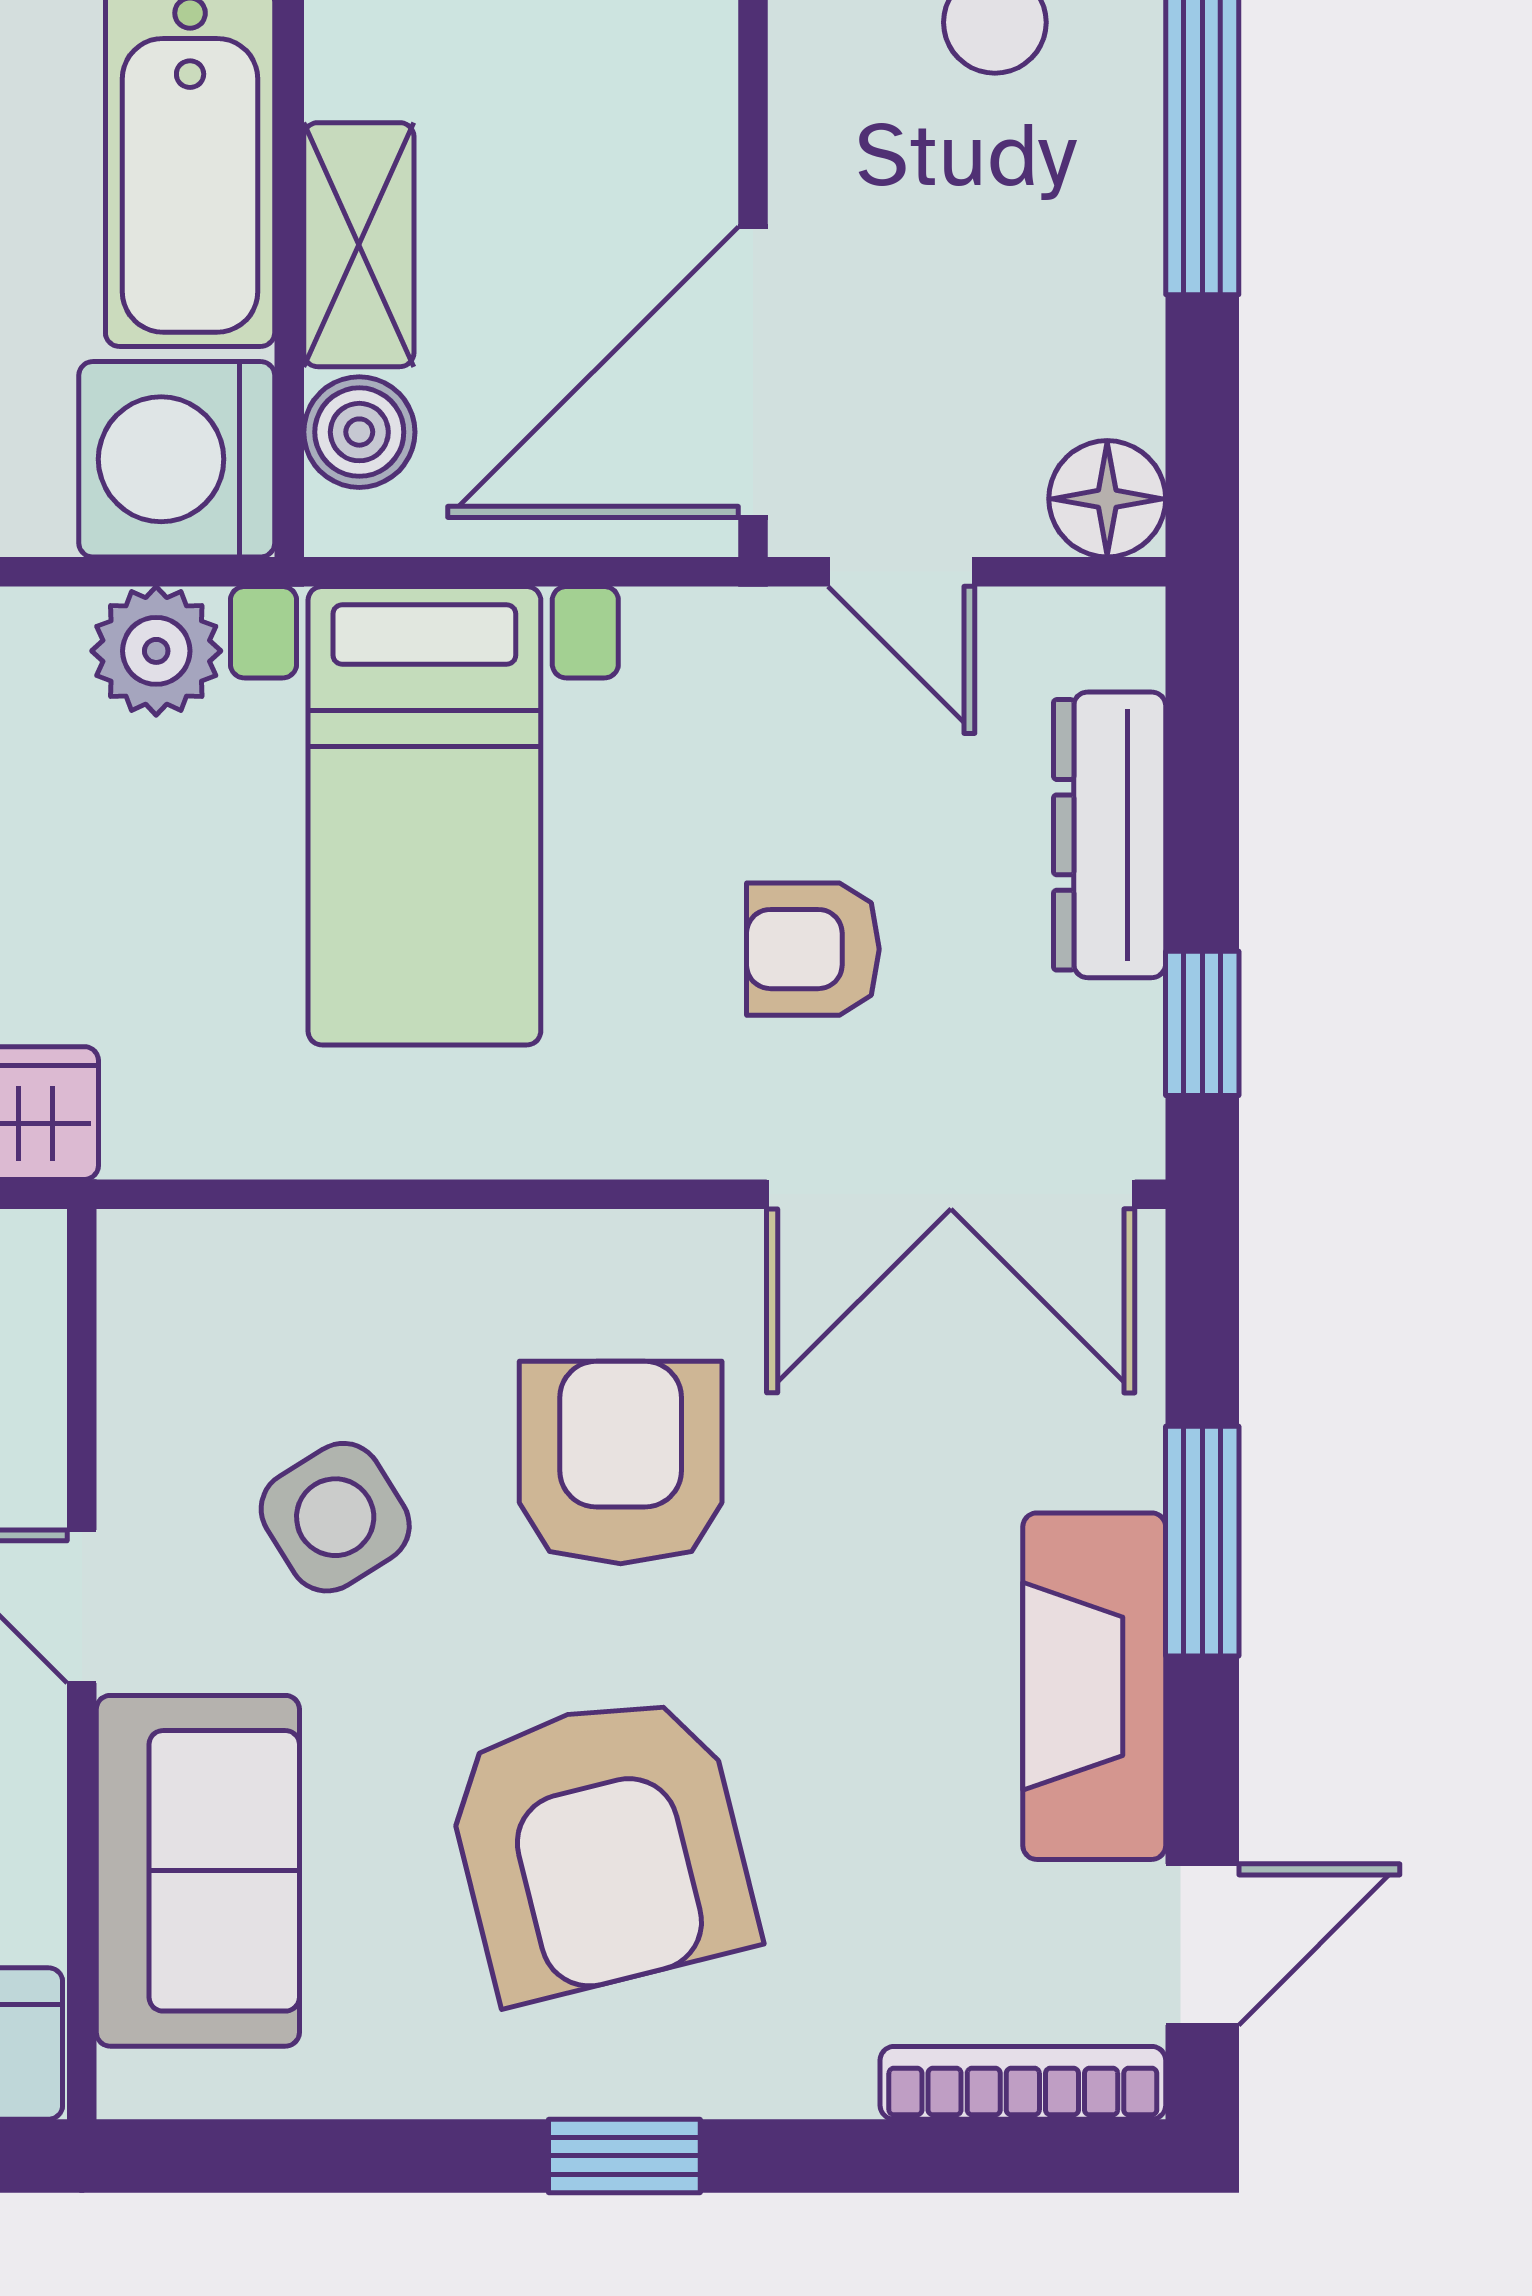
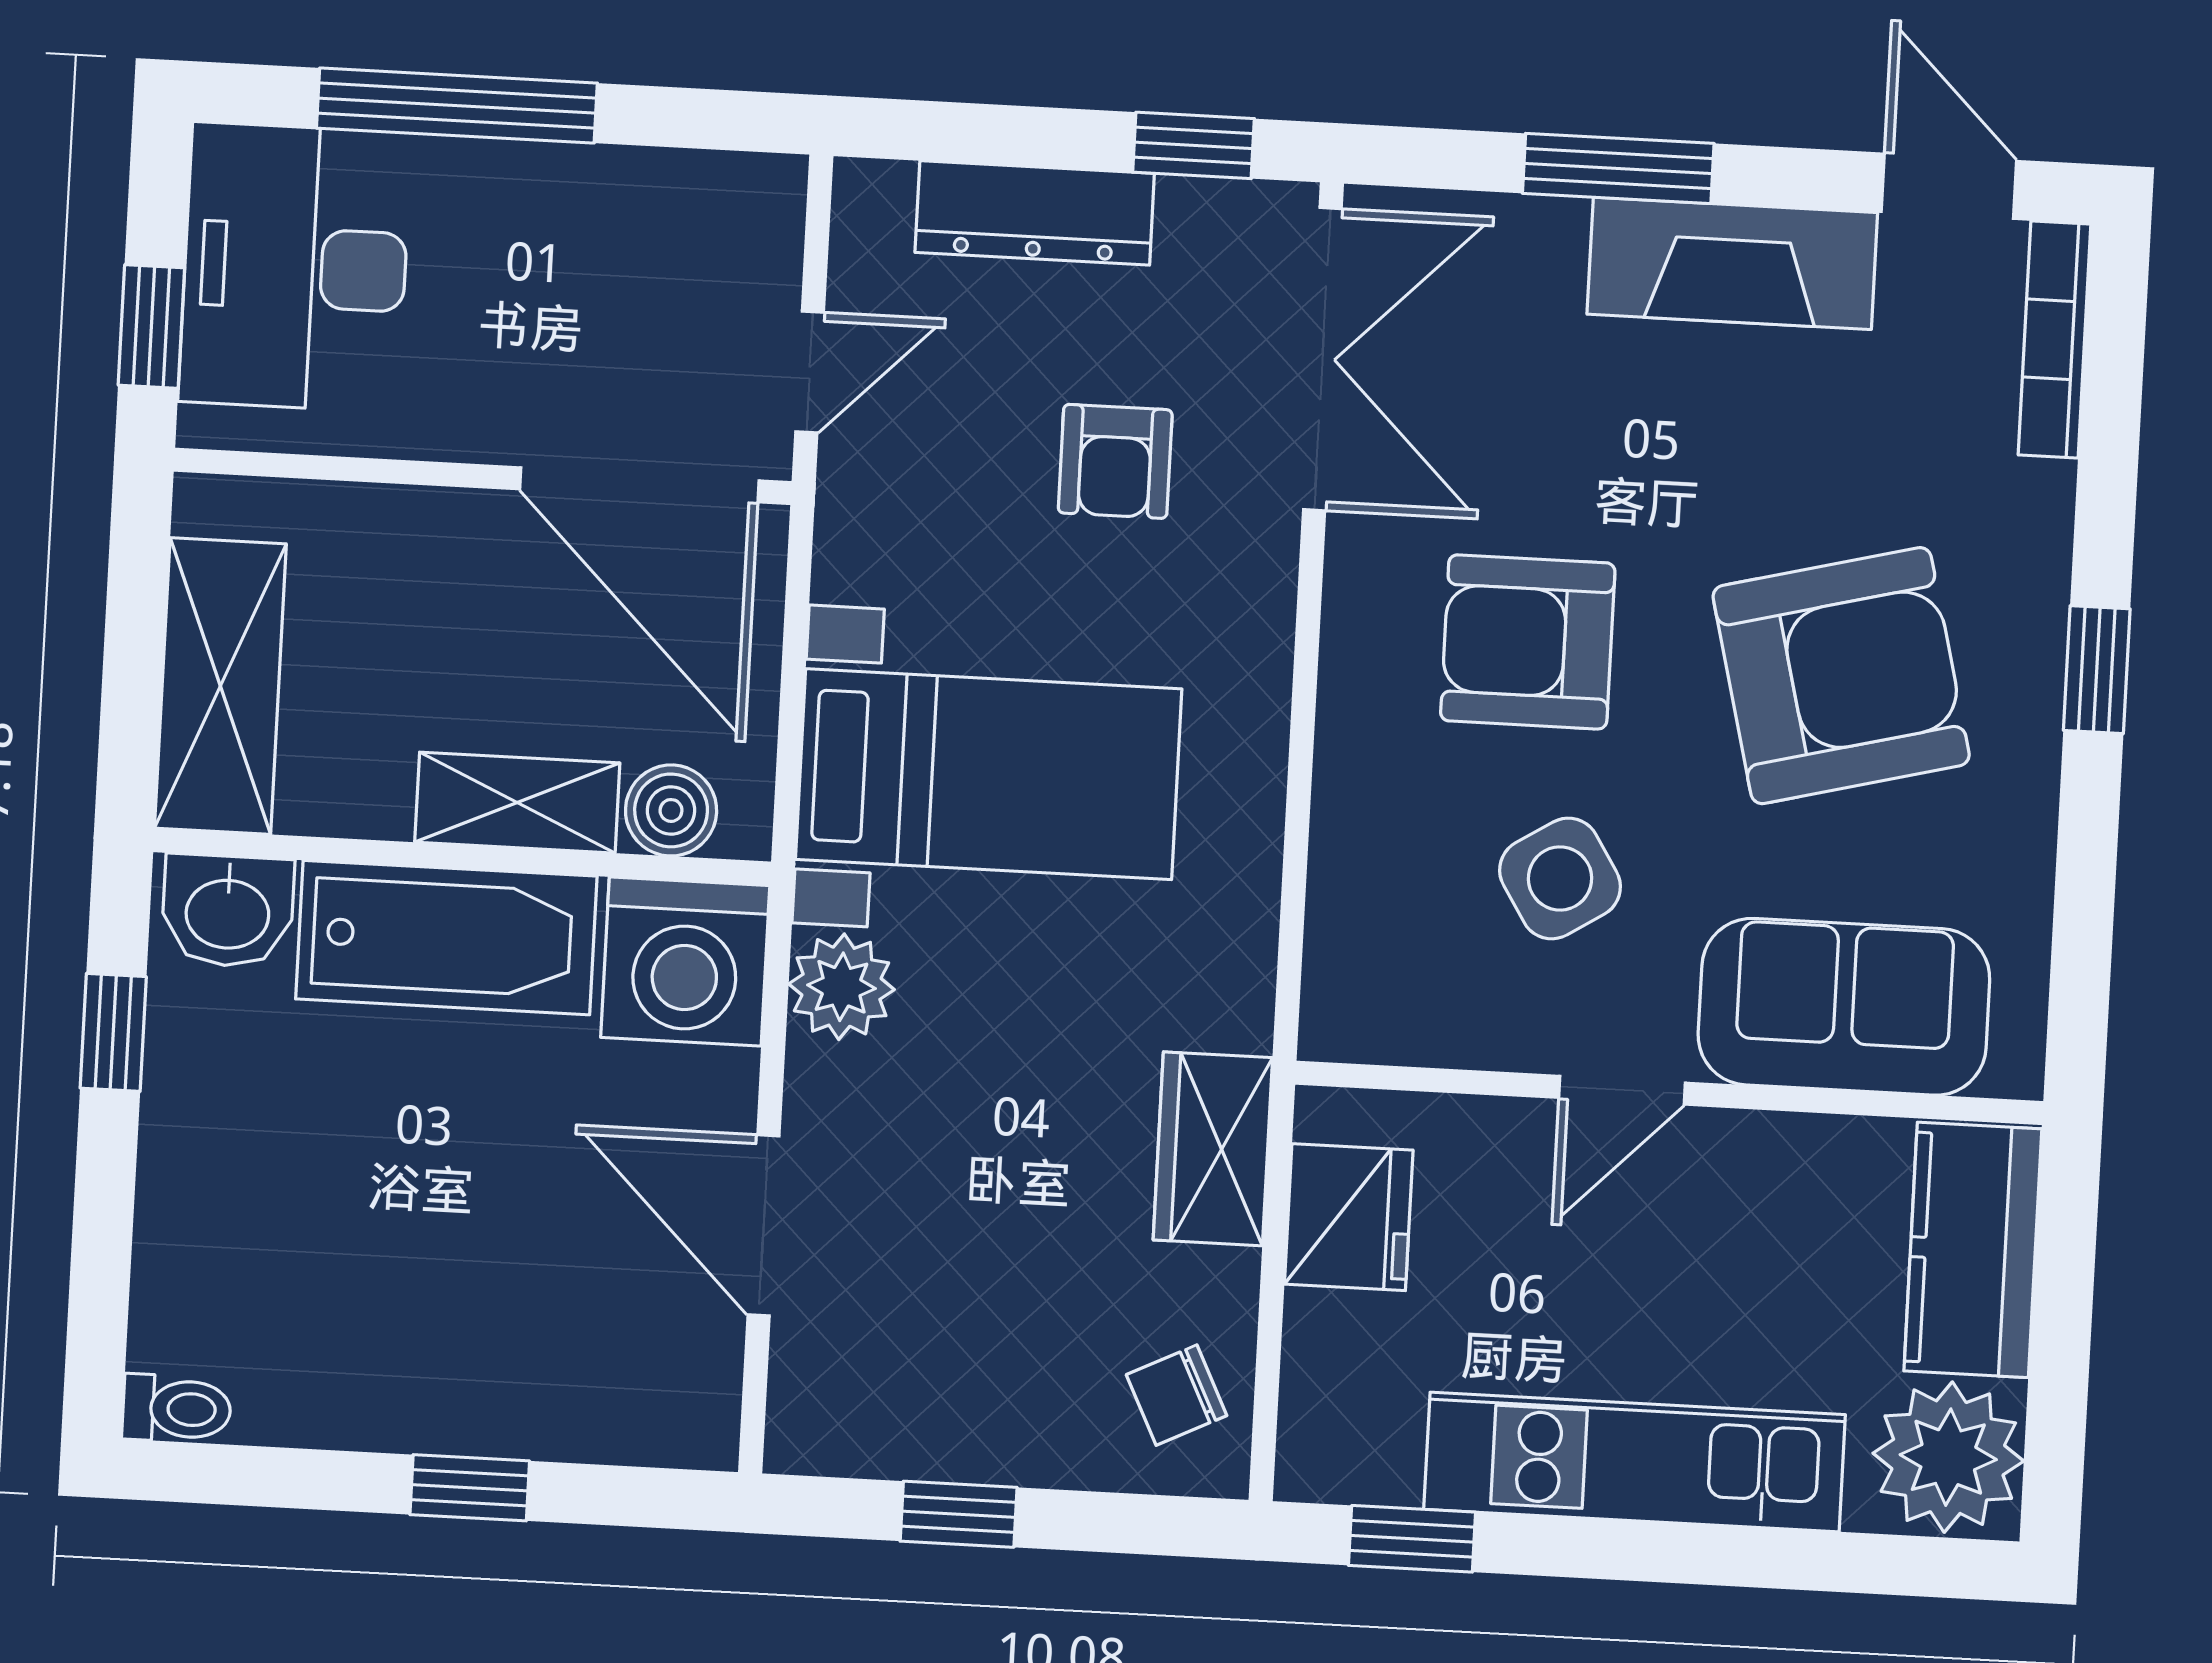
floor lamp: (1107, 499) -> (759, 200), removed

